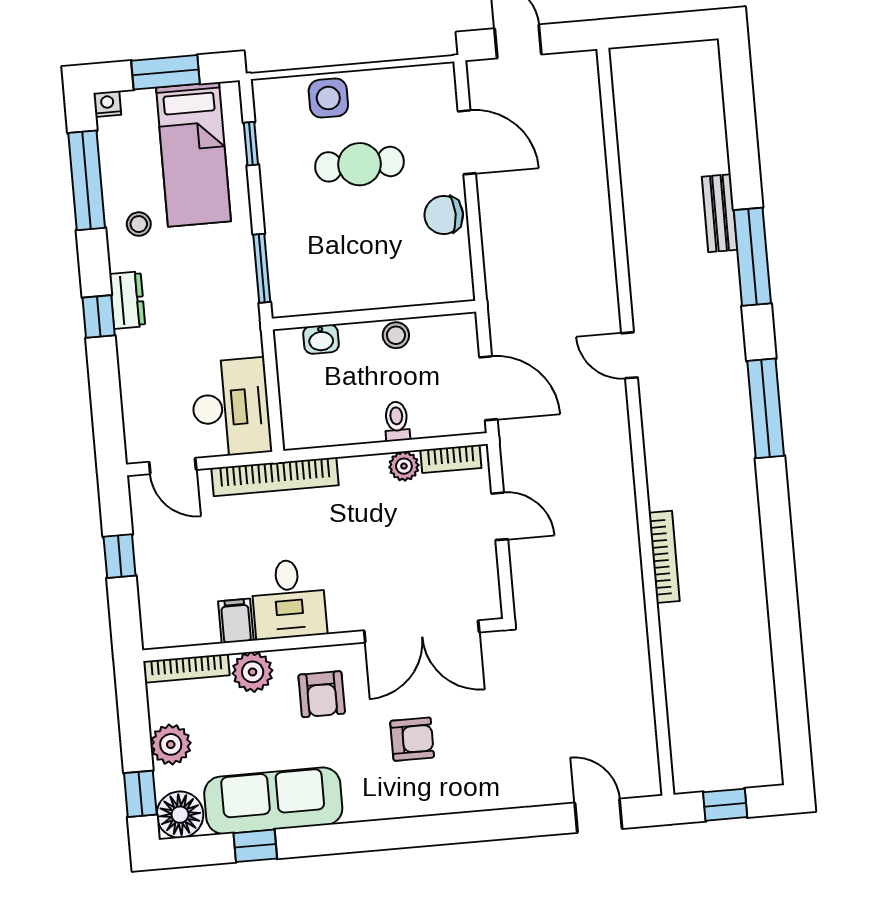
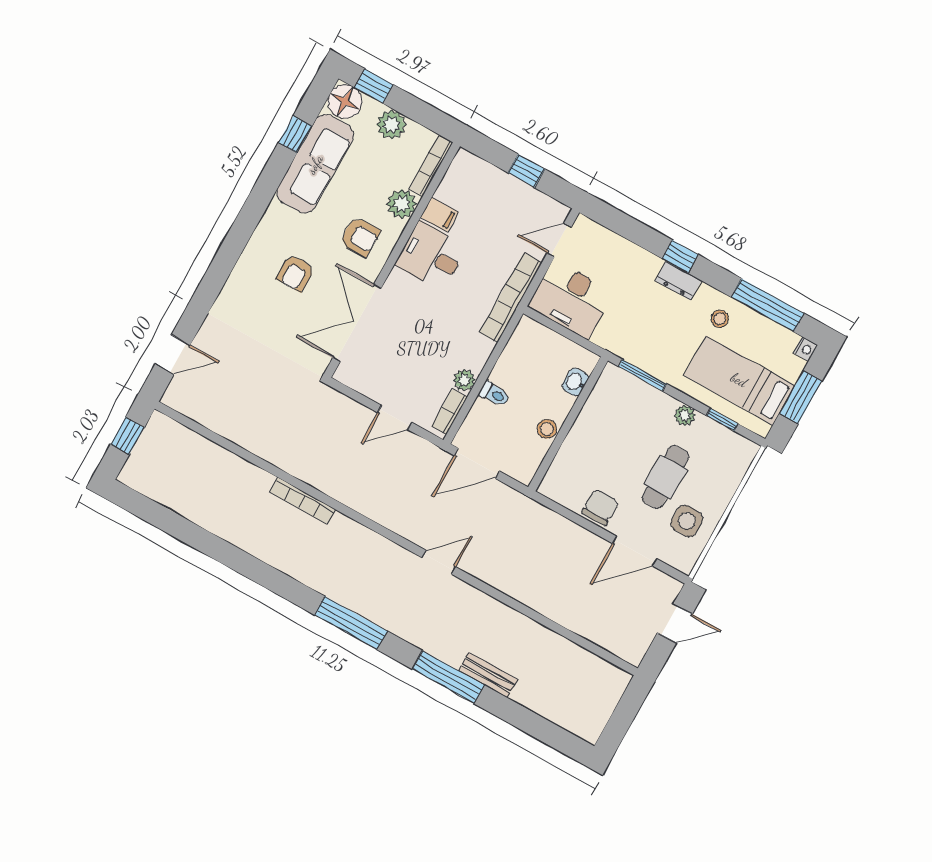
side table: (328, 98) -> (687, 521), moved
plant: (275, 190) -> (685, 415), added
armchair: (322, 694) -> (360, 237), turned 180

